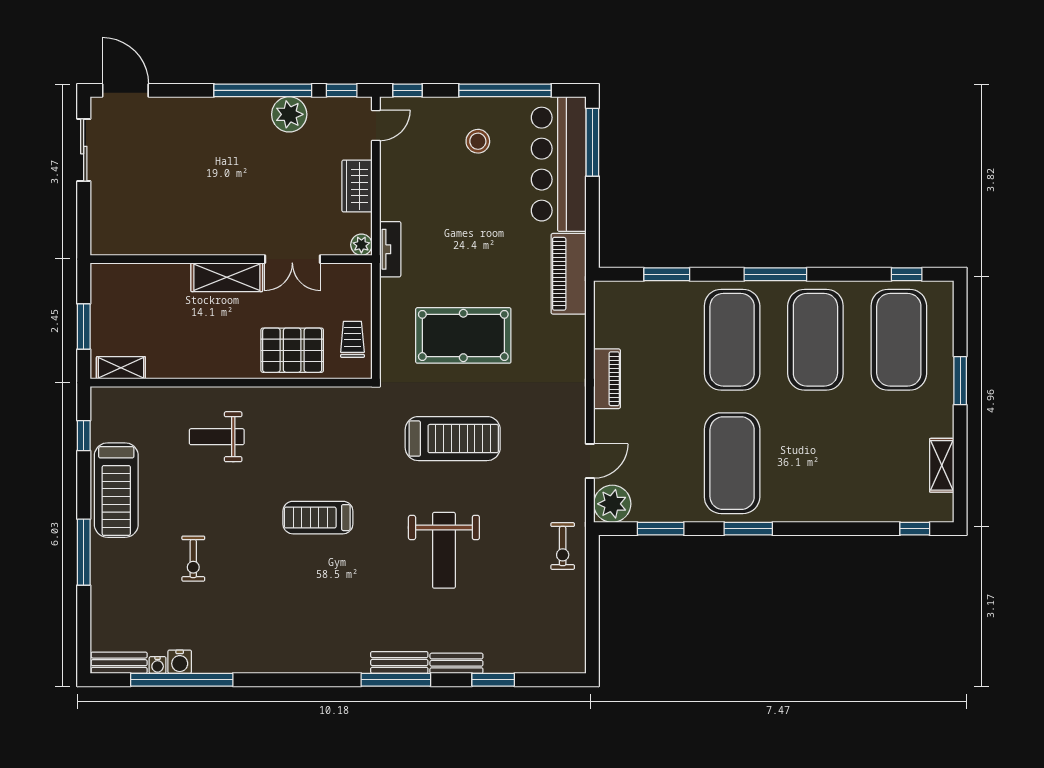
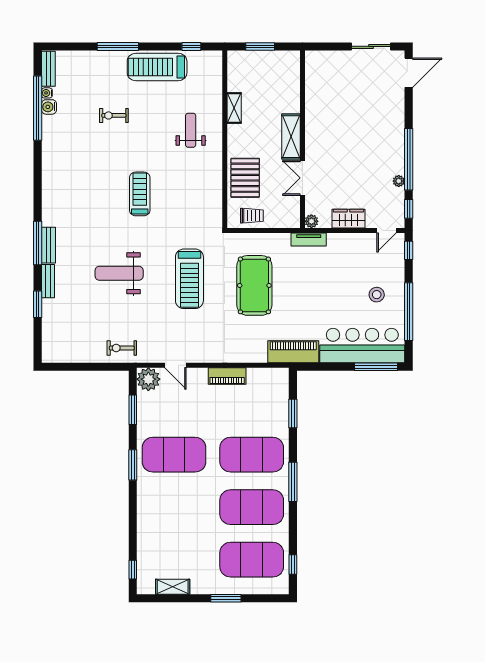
plant: (289, 114) -> (399, 181), width x0.53, depth x0.53
door: (376, 125) -> (387, 230), hinge flipped
shelving: (121, 368) -> (234, 108), moved

